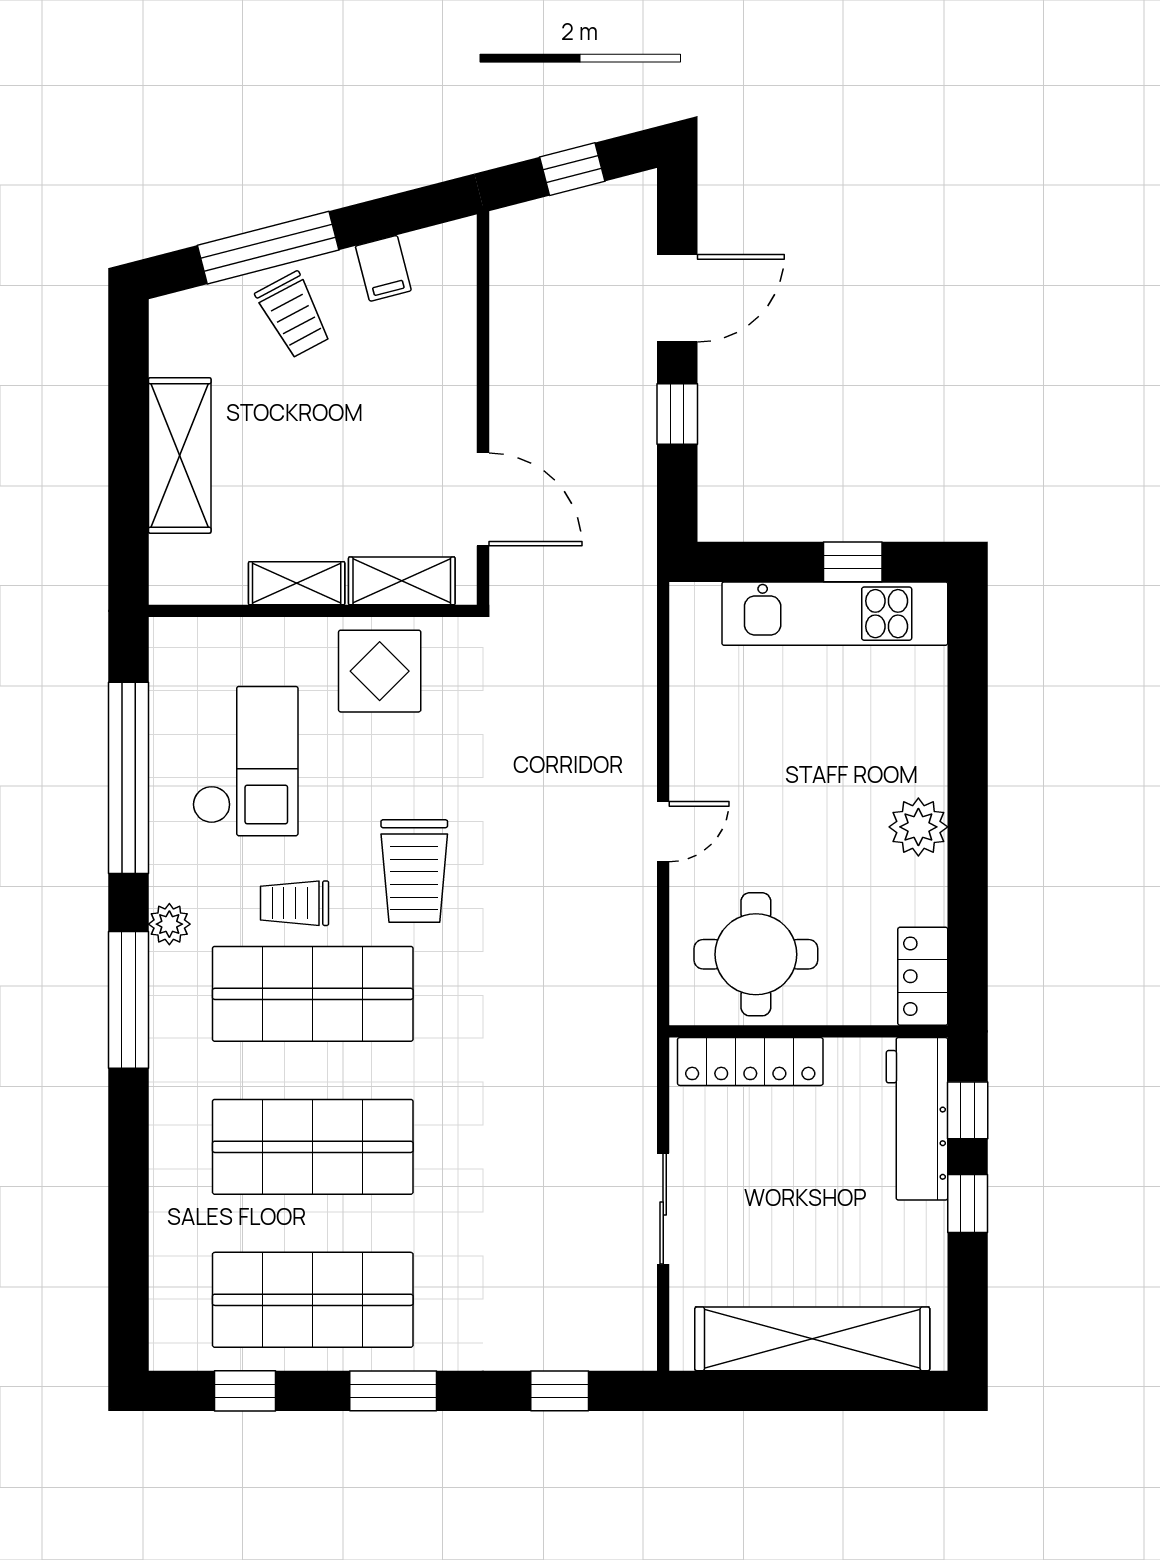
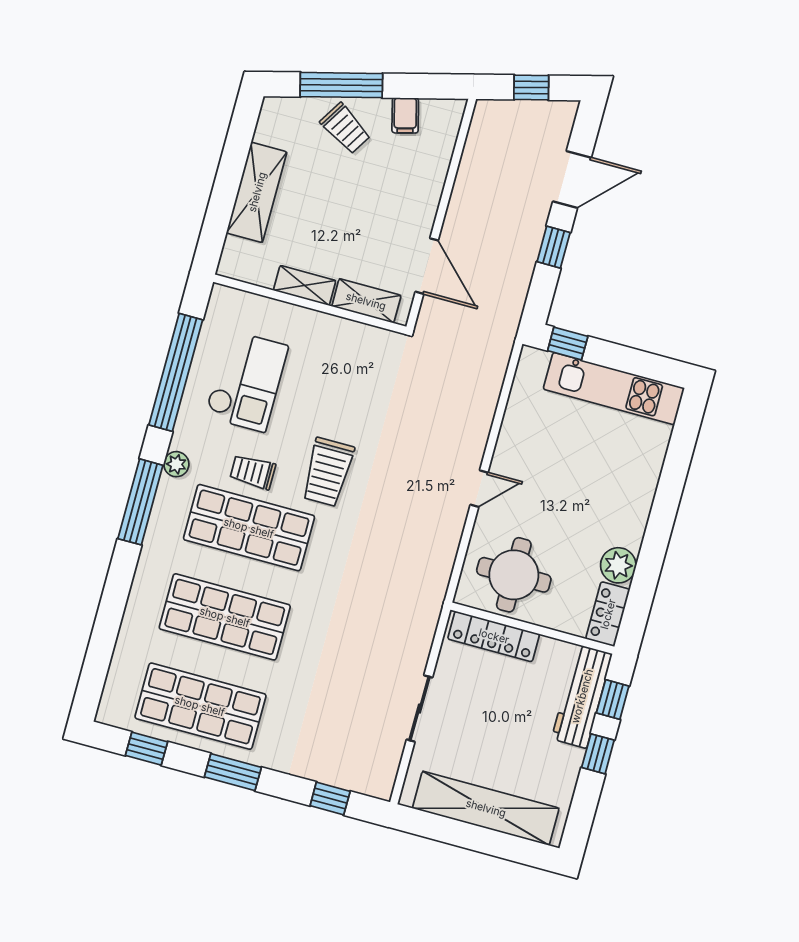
trolley: (294, 315) -> (345, 128), turned -30
window: (853, 562) -> (568, 343), moved
display table: (380, 671) -> (339, 350), removed
plant: (918, 827) -> (618, 565), moved

